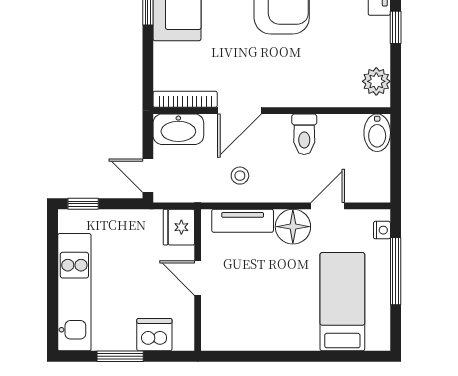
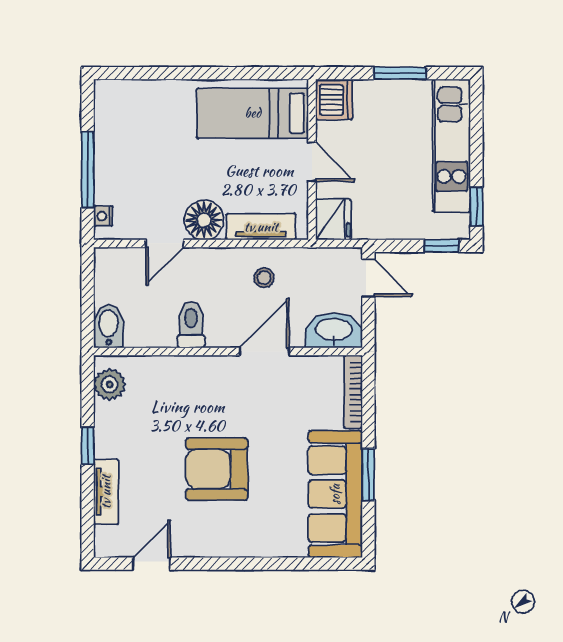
bookcase: (185, 99) -> (353, 392), moved, turned 90
window: (53, 239) -> (476, 206), added
bed: (342, 302) -> (253, 113), moved, turned 90
dishwasher: (154, 335) -> (334, 100), moved, turned -90

